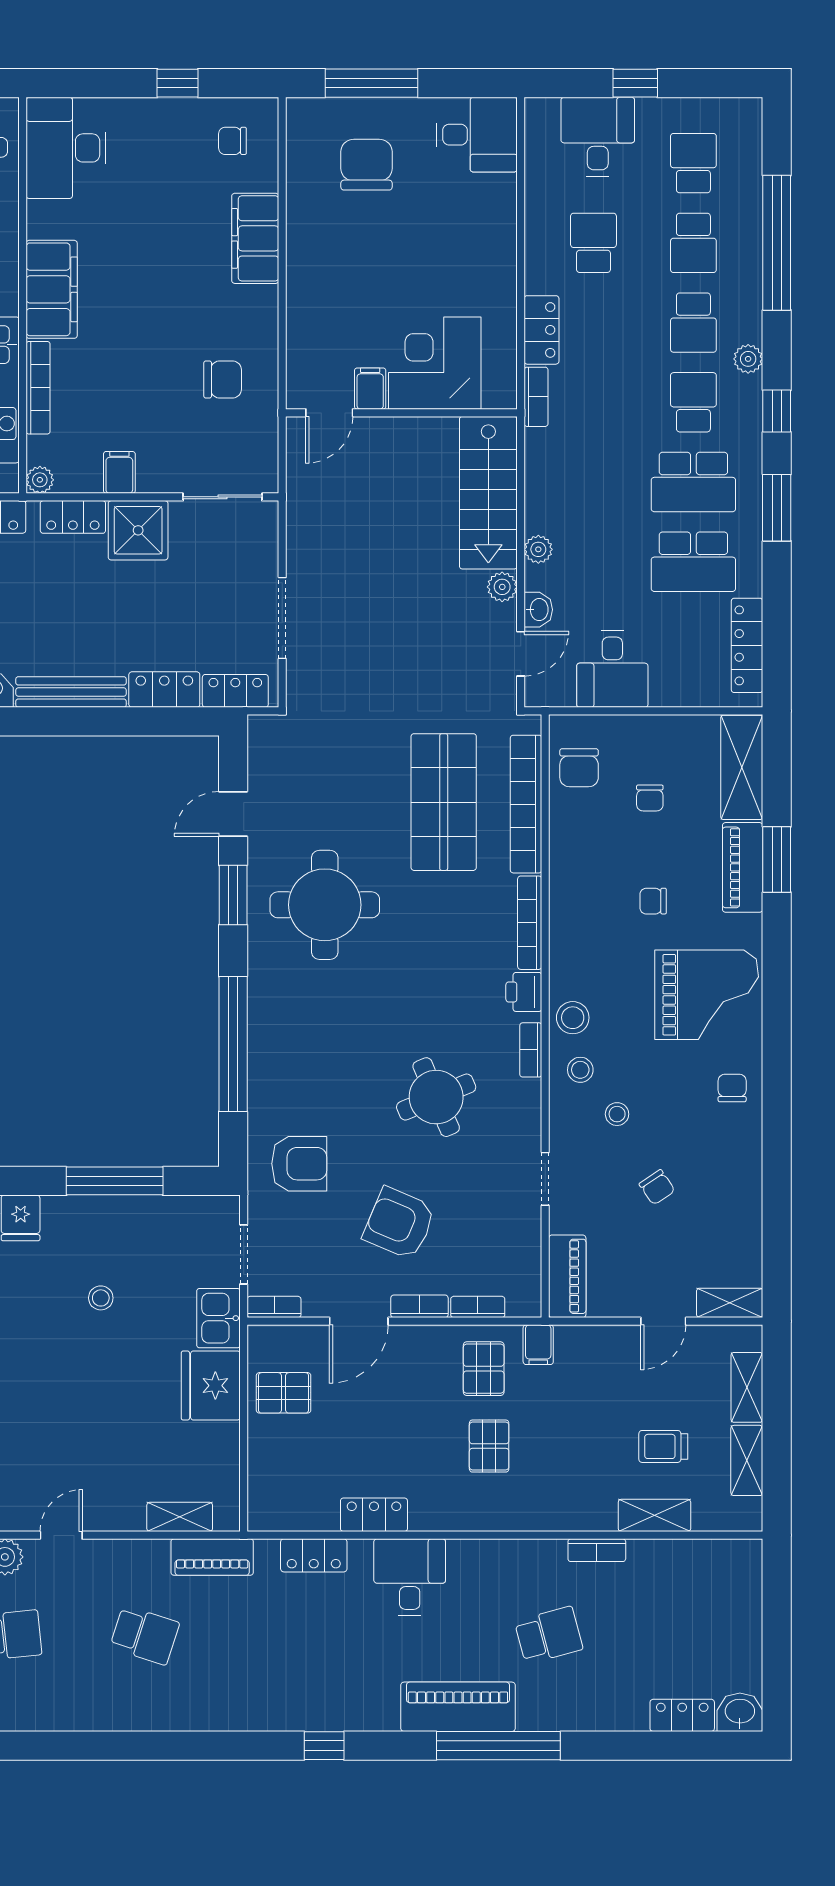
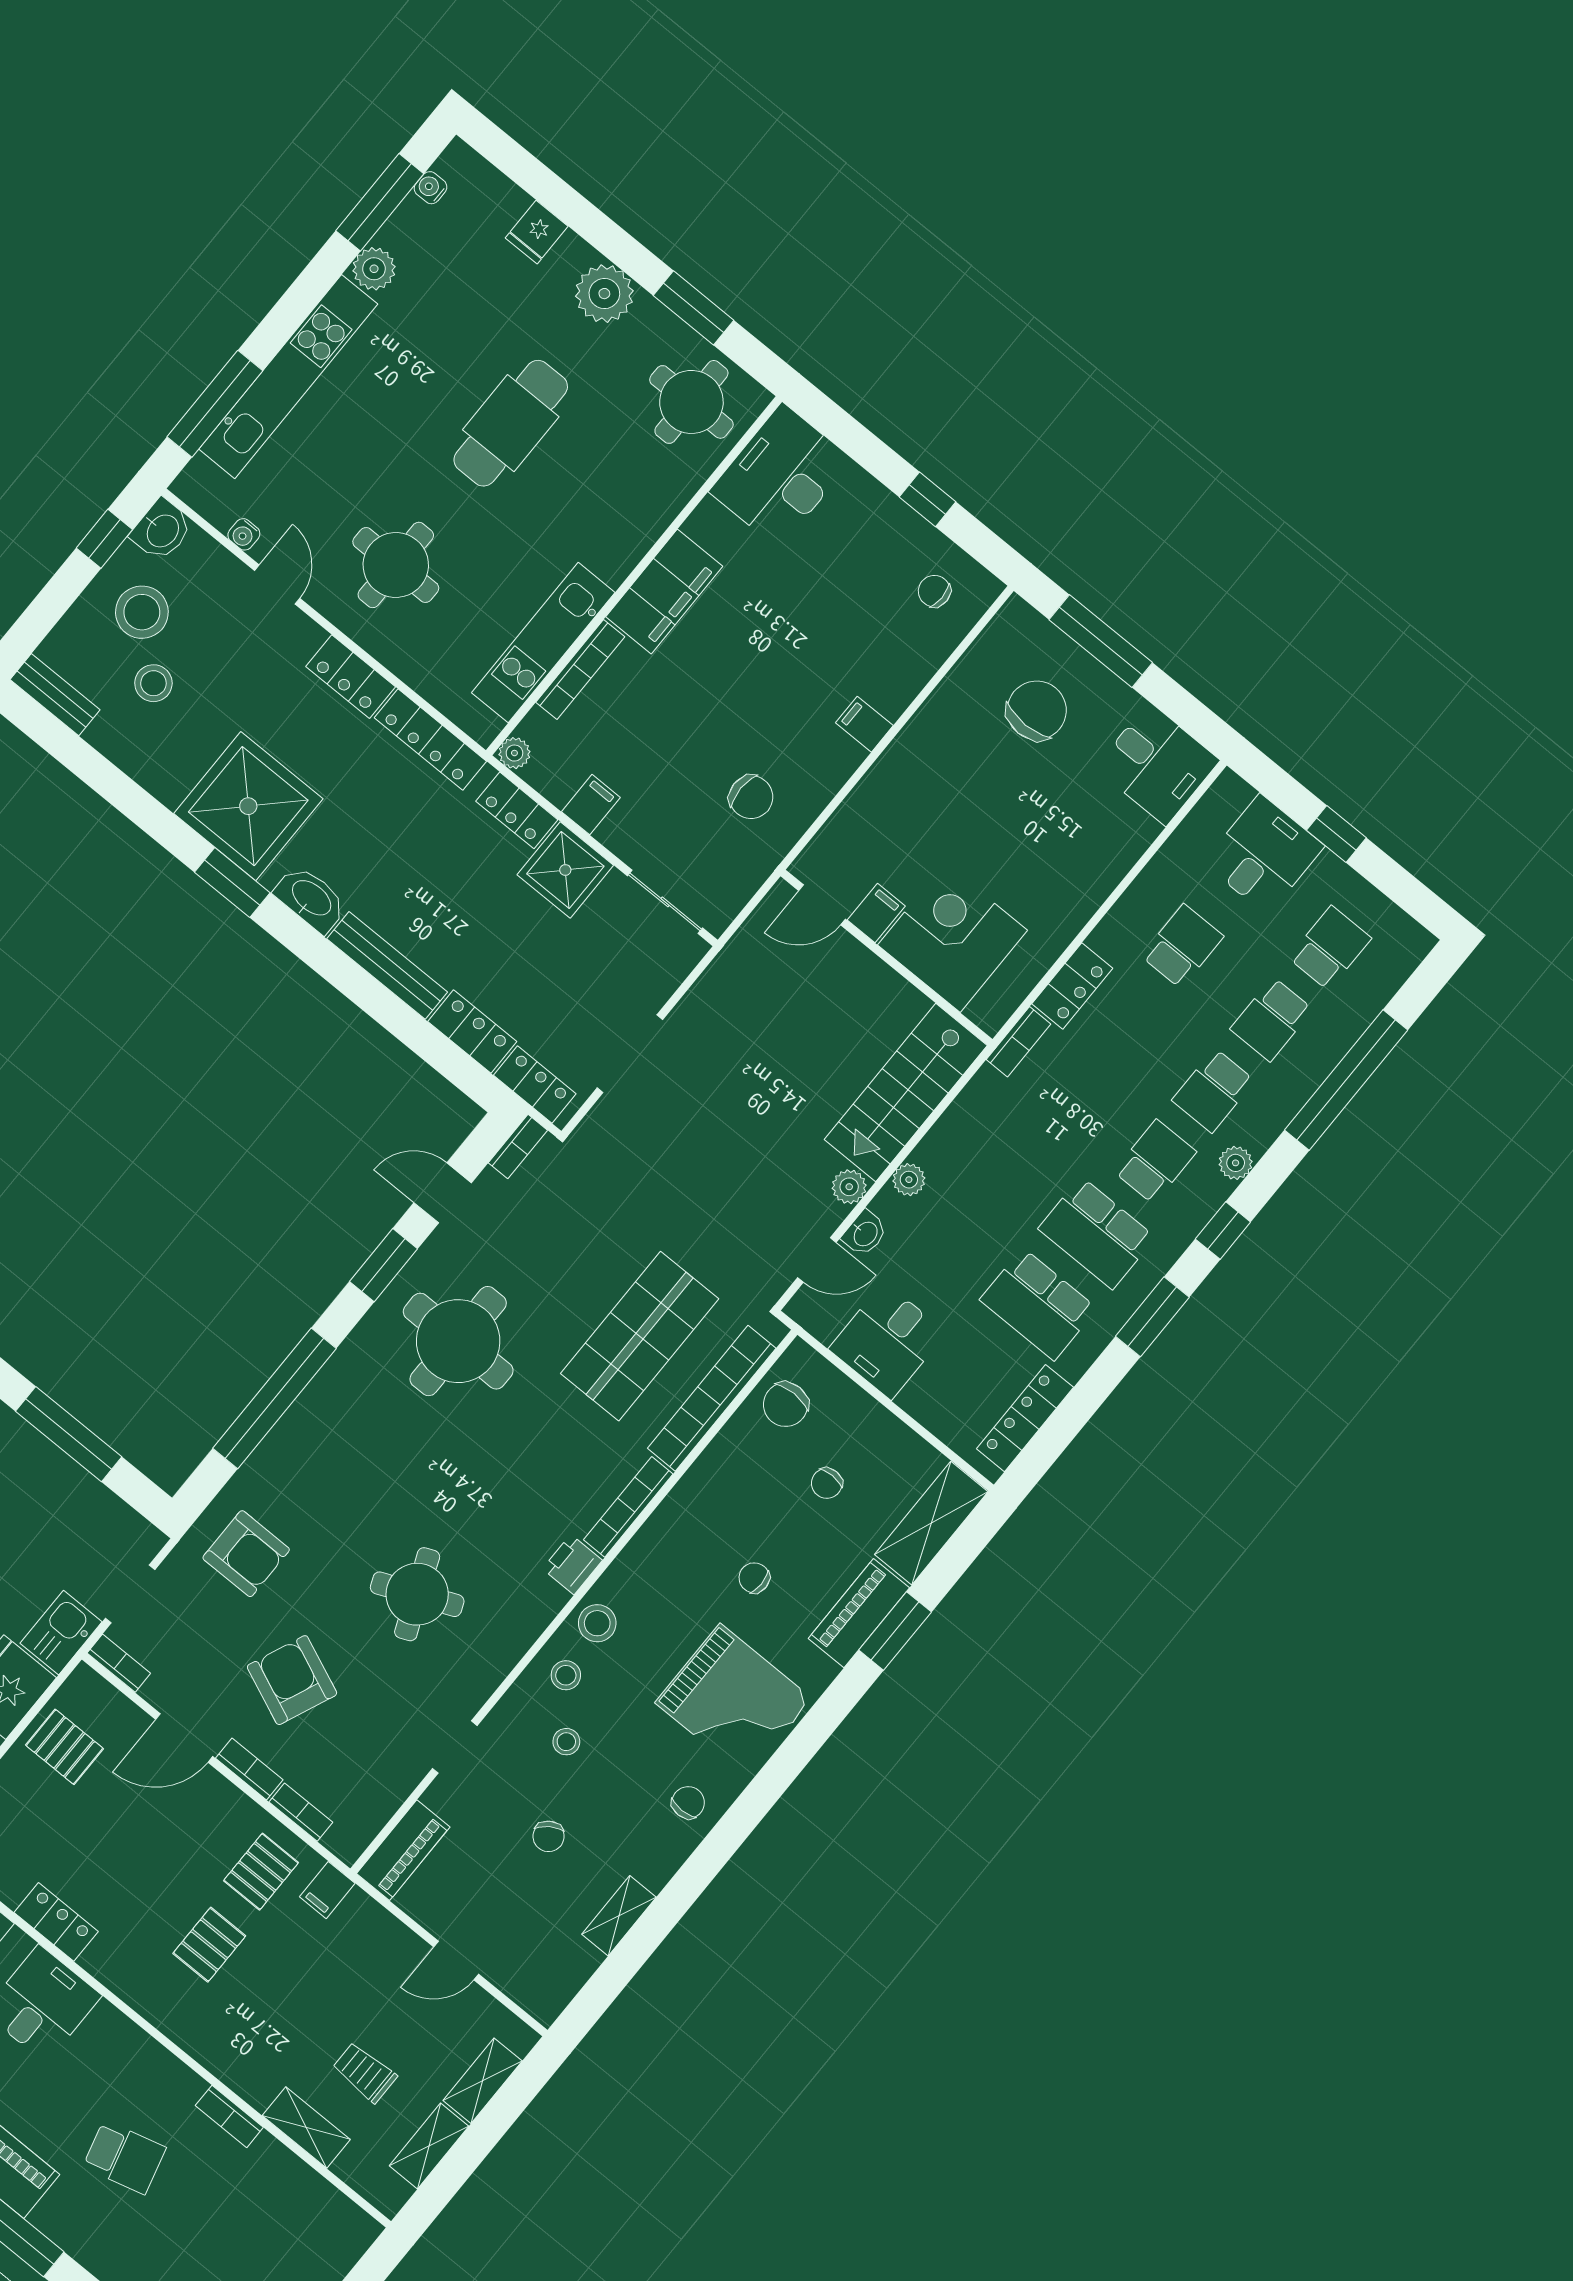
filing cabinet: (255, 238) -> (864, 724), width x0.33, depth x0.86
bookcase: (531, 1050) -> (518, 1147), moved, turned 180
shelving: (730, 1303) -> (619, 1916), moved, turned 90

